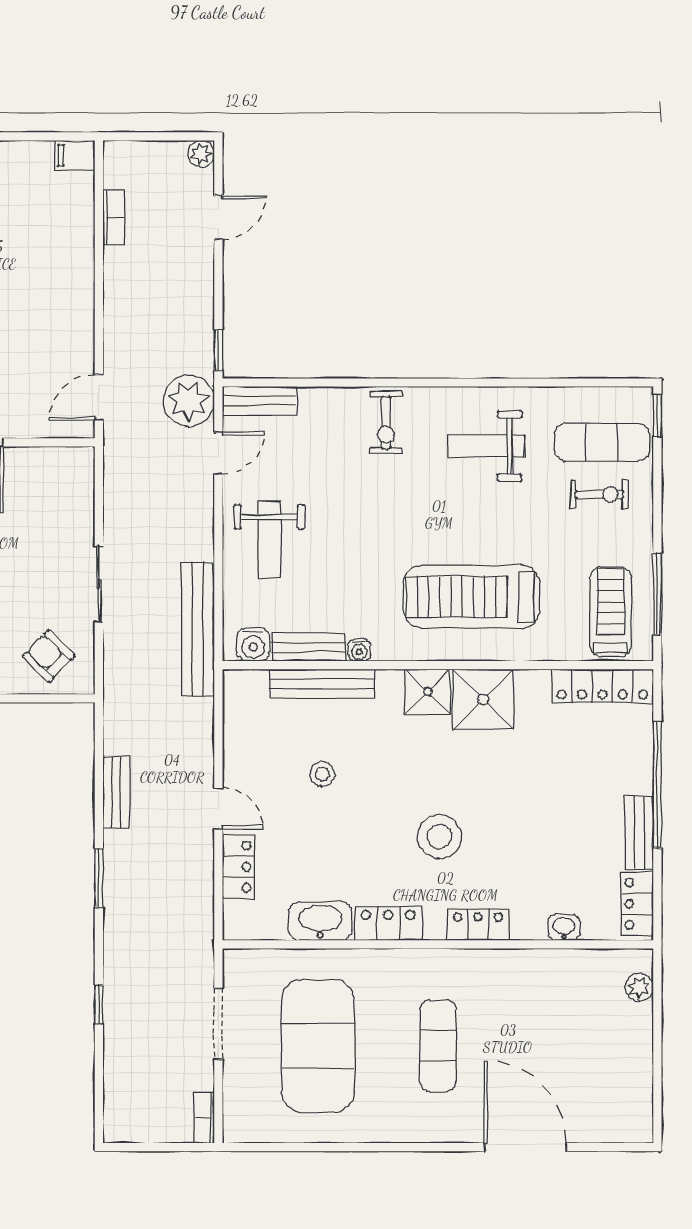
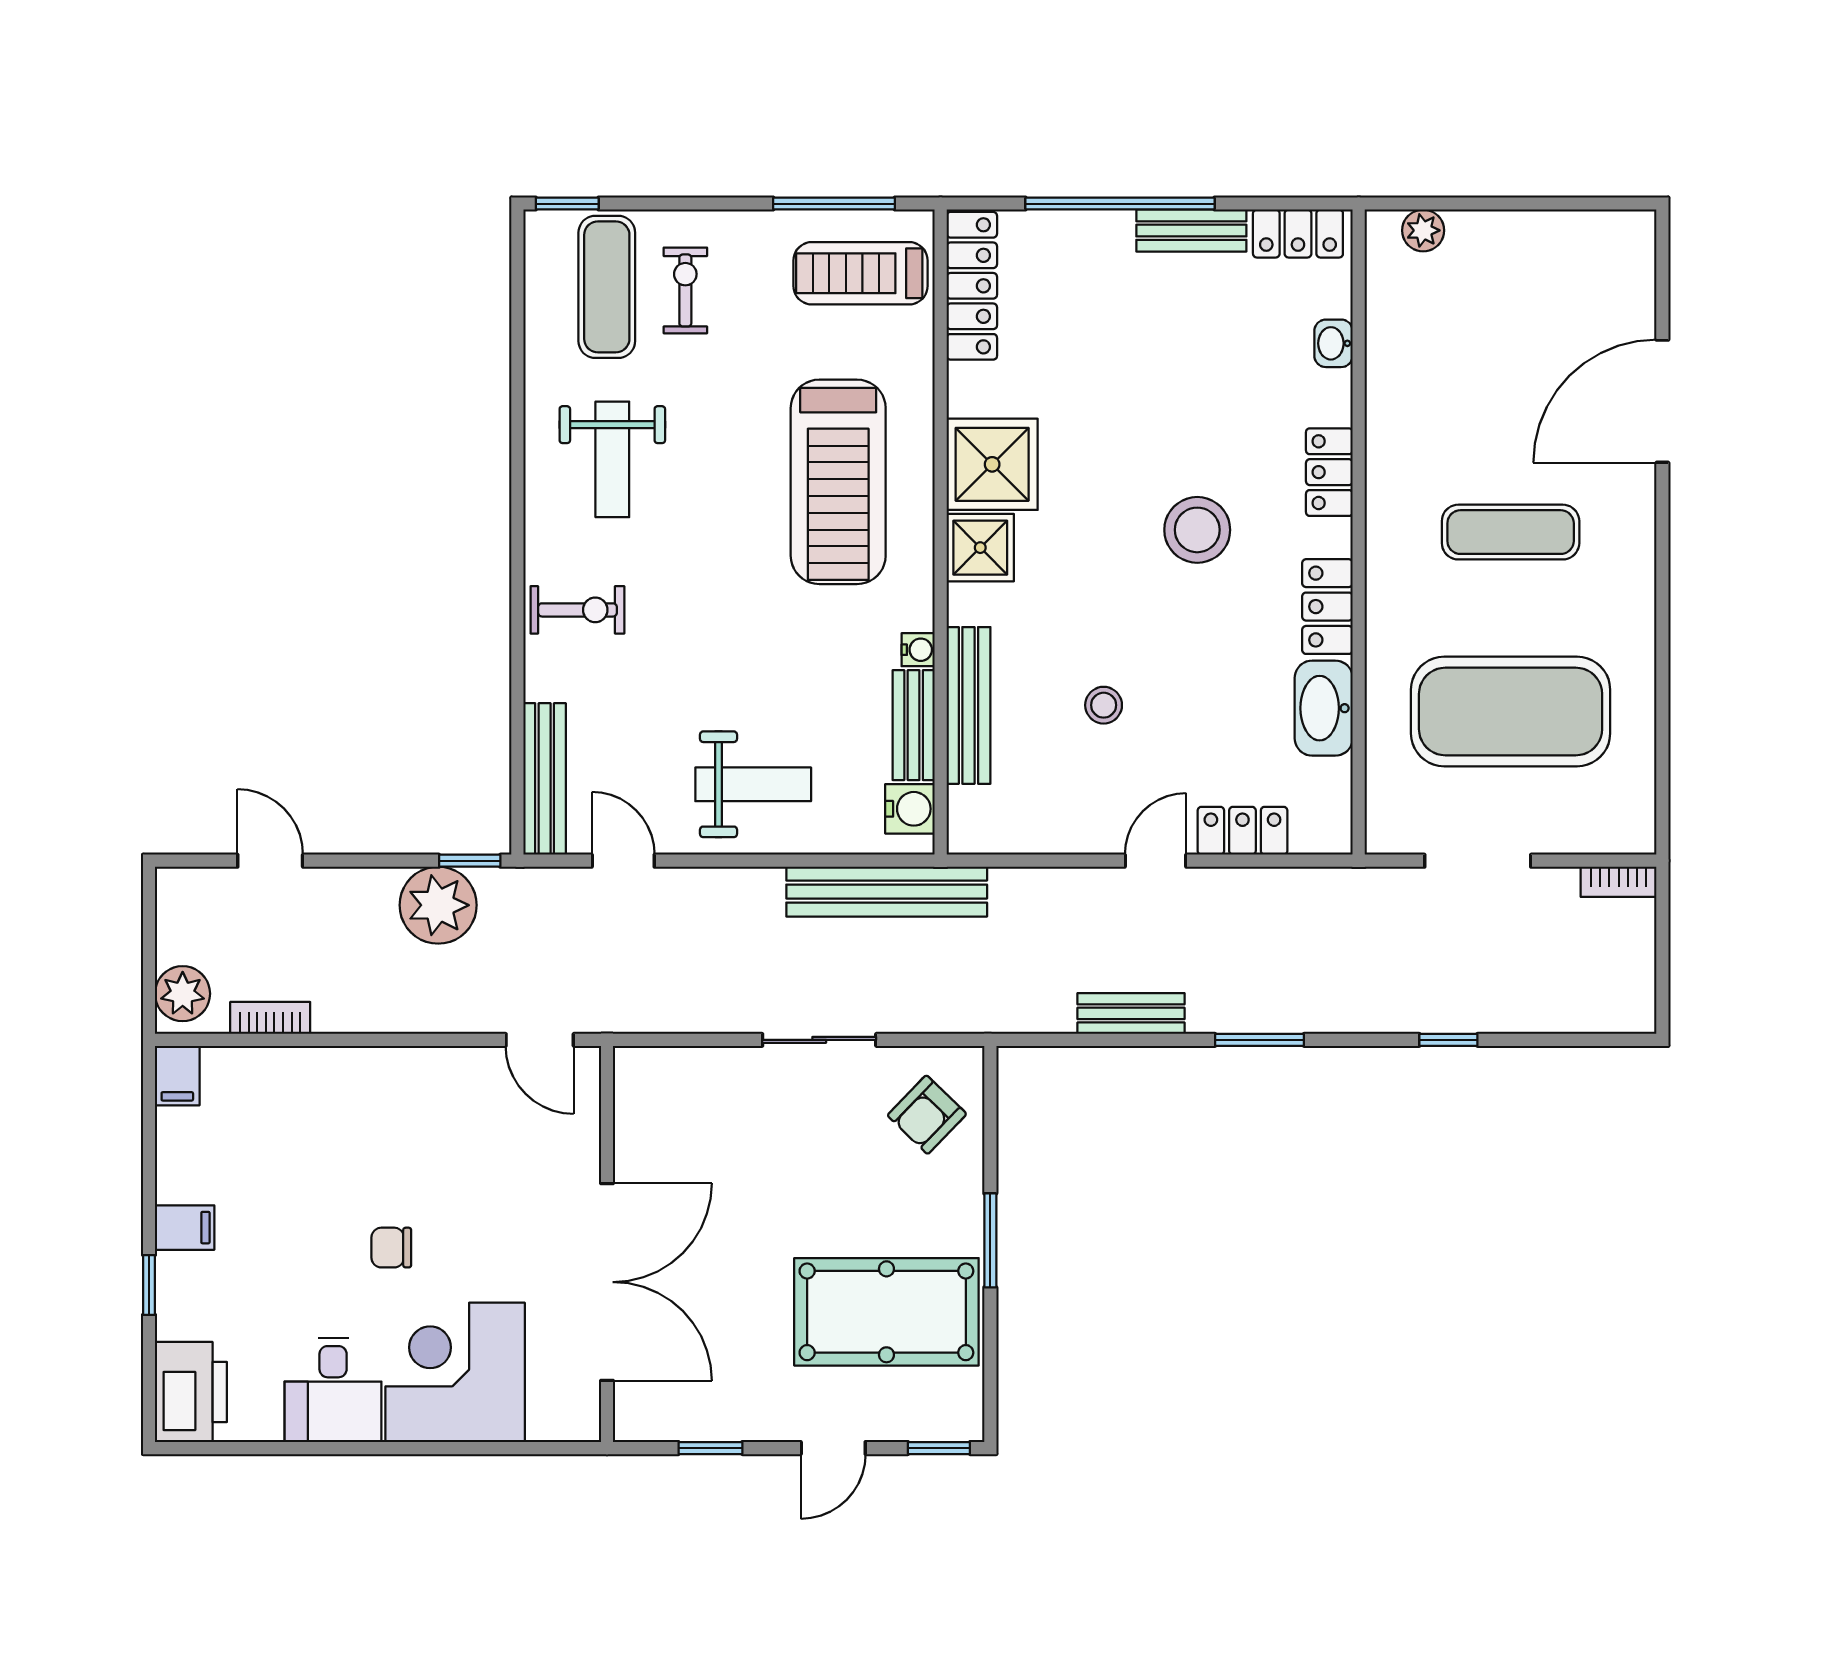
plant: (201, 154) -> (183, 994), moved, width x1.38, depth x1.38
plant: (189, 401) -> (438, 905), moved
bench: (260, 401) -> (545, 779), width x1.36

